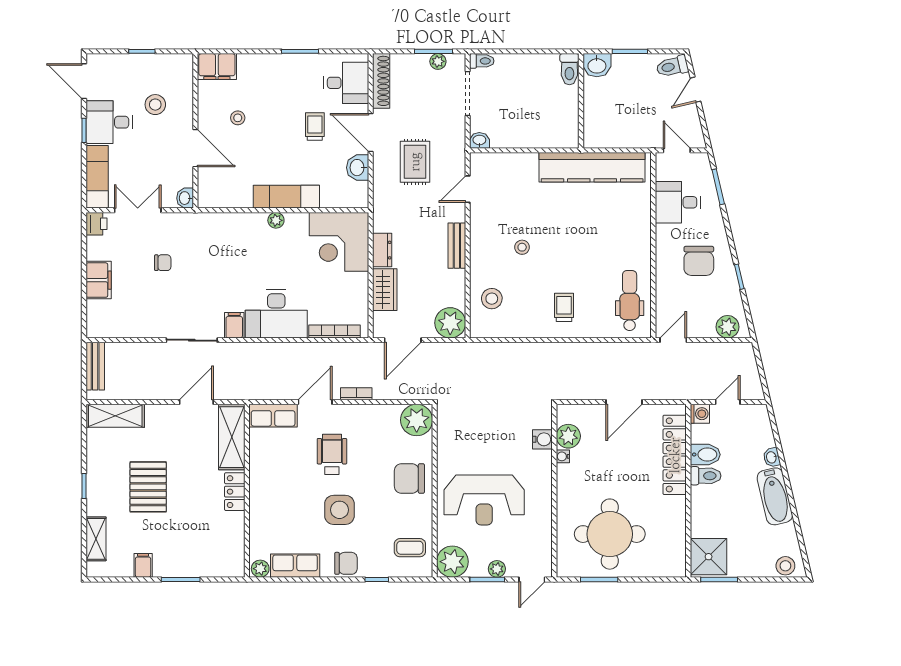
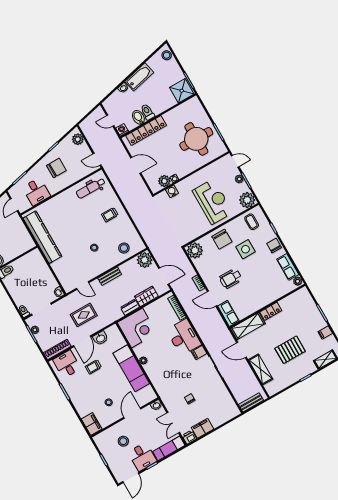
exam couch: (286, 197) -> (131, 368), width x1.36, depth x1.45
filing cabinet: (99, 280) -> (203, 428), moved
shelving: (115, 416) -> (261, 369), moved
side table: (339, 510) -> (246, 249), moved

